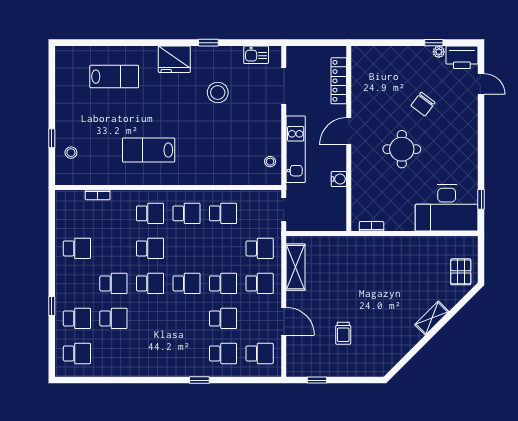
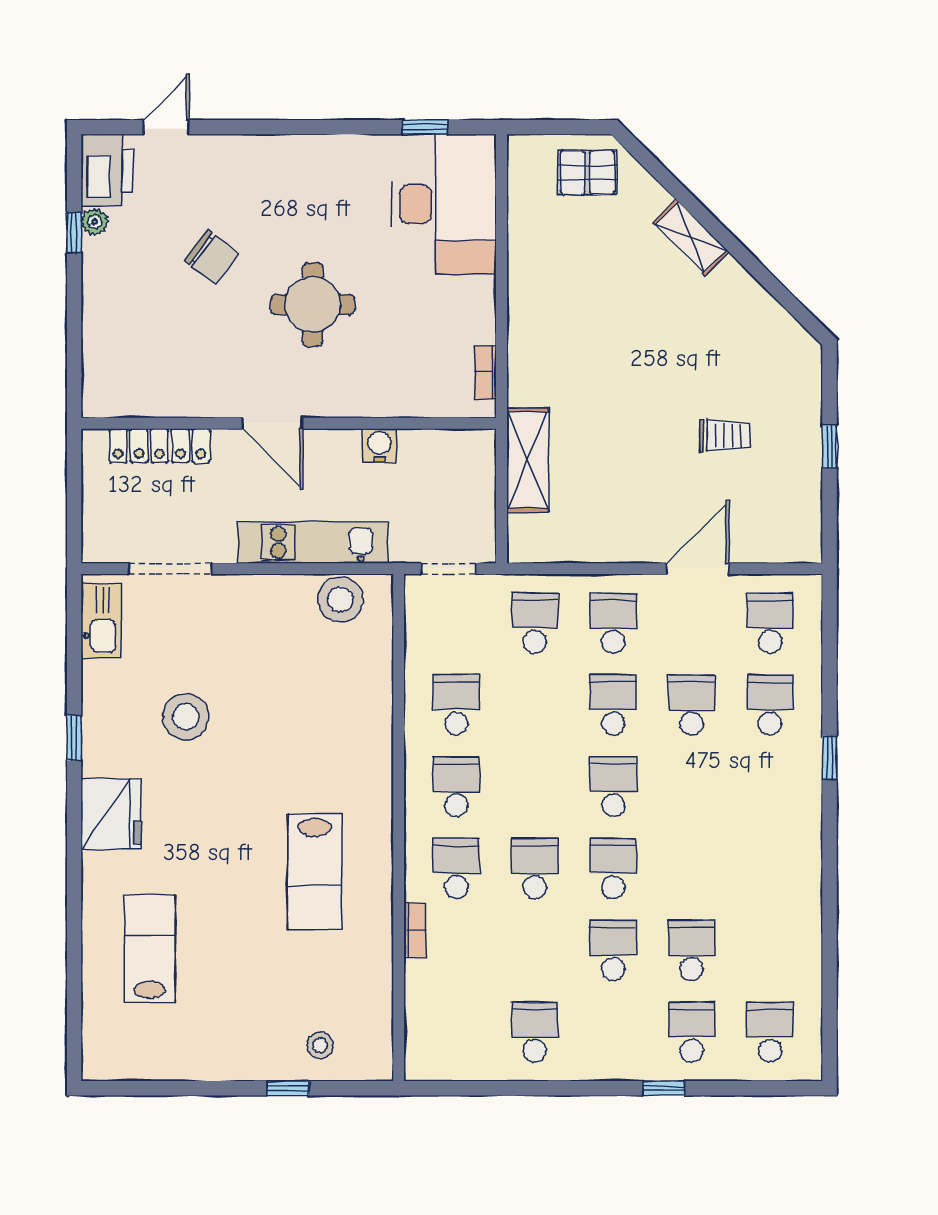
kitchen sink: (256, 55) -> (101, 621), width x1.38
stool: (270, 162) -> (341, 600), width x1.89, depth x1.89
bookcase: (98, 195) -> (415, 930), moved
shelving: (296, 267) -> (528, 460), moved, turned 90
window: (317, 380) -> (830, 447), moved

